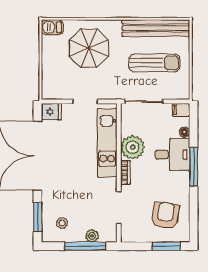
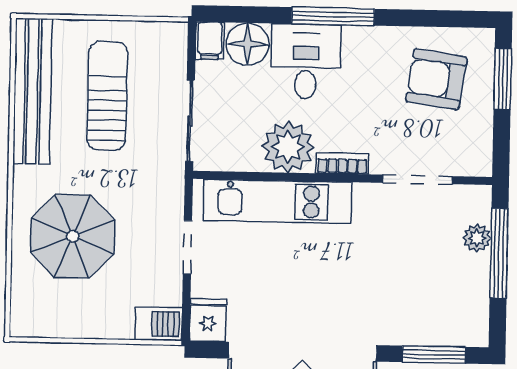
barbecue: (52, 27) -> (159, 324), moved, turned -90
floor lamp: (185, 132) -> (248, 44), width x1.89, depth x1.89
stool: (62, 223) -> (448, 302), removed

